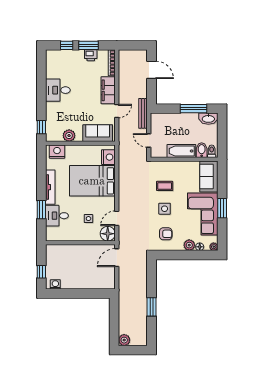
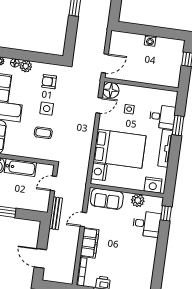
desk: (58, 90) -> (147, 224), moved
door: (149, 140) -> (54, 184), swing flipped
washing machine: (55, 284) -> (150, 41), moved

